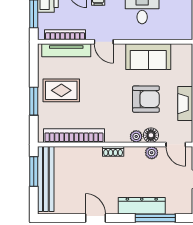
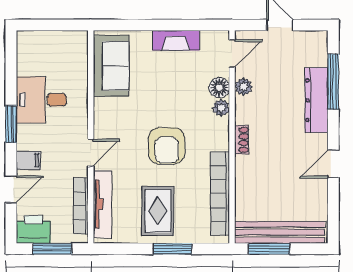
sofa: (148, 57) -> (111, 66), moved
armchair: (146, 99) -> (167, 146), moved, turned 180

